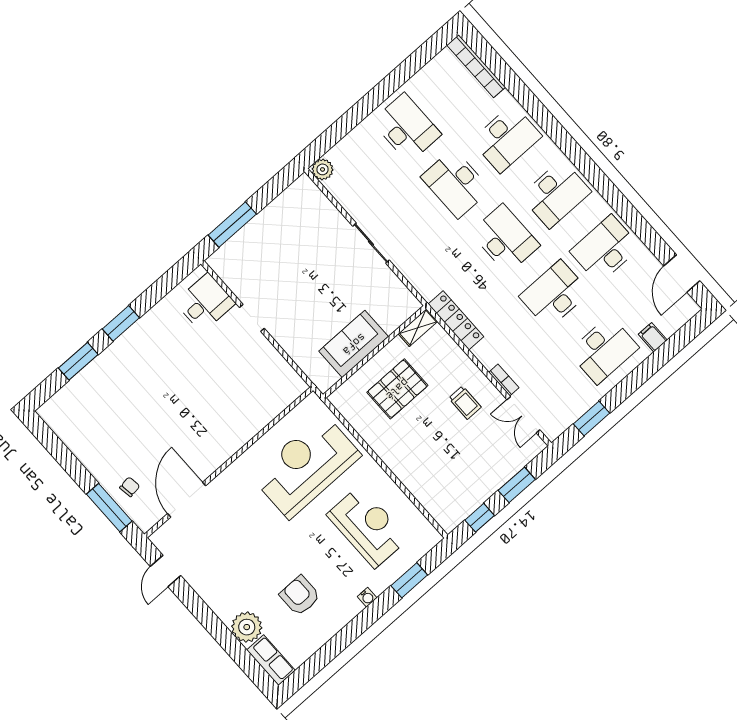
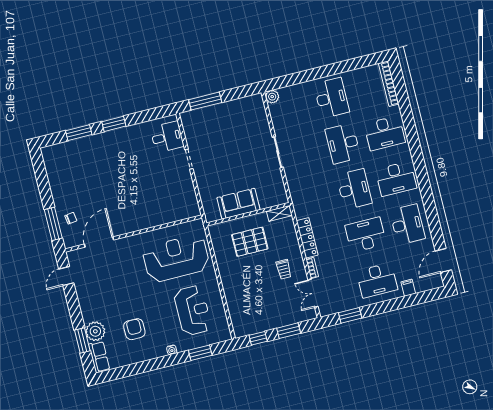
desk: (605, 249) -> (407, 224), turned 90
locker: (456, 320) -> (307, 238), moved
window: (235, 649) -> (82, 340), added

